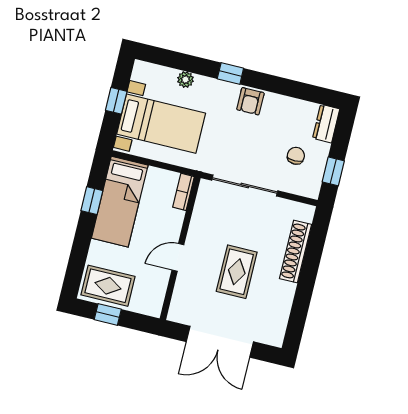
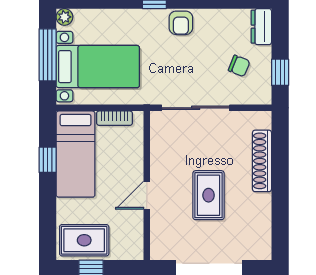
plant: (185, 80) -> (64, 17), moved
window: (116, 101) -> (48, 55), width x2.17
chair: (296, 156) -> (239, 66), turned 112
bookcase: (183, 192) -> (115, 118), moved, turned -90

